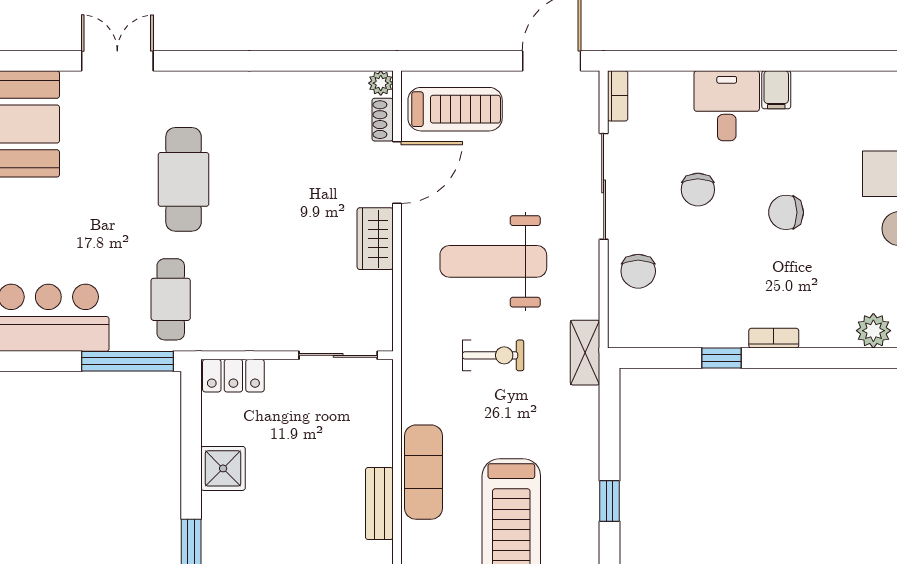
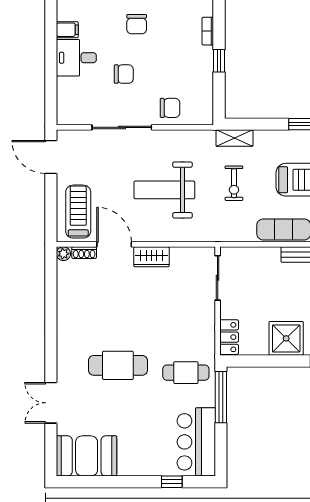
bookcase: (618, 96) -> (71, 120), removed
weight bench: (493, 261) -> (164, 190), turned 90
shelving: (585, 353) -> (234, 138), moved
exercise bike: (493, 355) -> (234, 183), moved, turned 180
shower: (223, 468) -> (286, 338), width x1.36, depth x1.36

